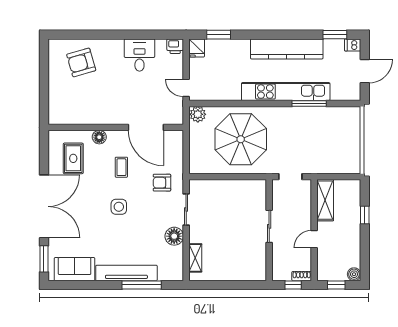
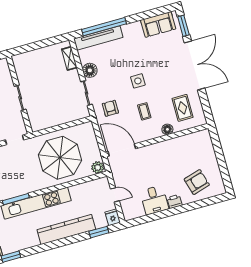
printer: (175, 46) -> (175, 202), moved
kitchen counter: (287, 49) -> (66, 229), moved
door: (186, 88) -> (115, 195), moved
door: (146, 127) -> (122, 150), moved
armchair: (162, 183) -> (110, 108), turned -90
double door: (44, 206) -> (195, 65), swing flipped
tv unit: (126, 273) -> (98, 38), moved
window: (142, 285) -> (104, 27), width x1.46

